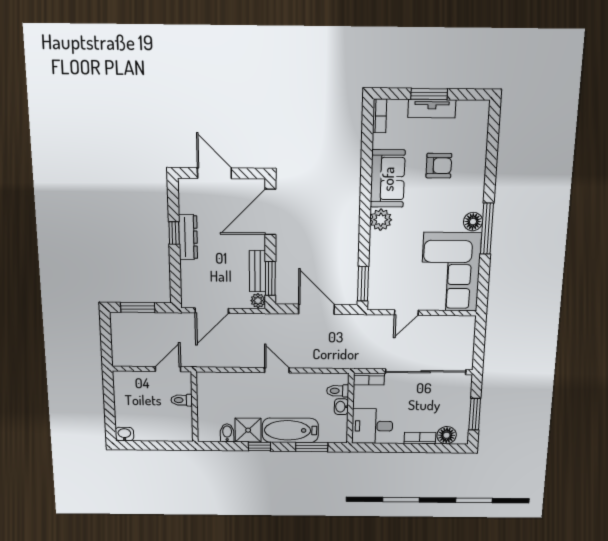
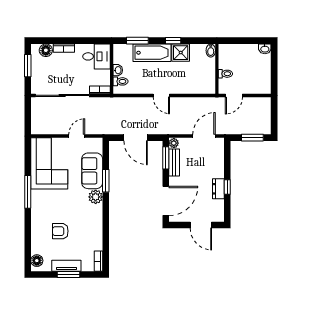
sofa: (388, 179) -> (92, 171), moved
floor lamp: (473, 222) -> (37, 261), moved
dresser: (188, 237) -> (218, 189), width x0.70
window: (363, 284) -> (106, 181), moved
bidet: (227, 433) -> (211, 50), moved

